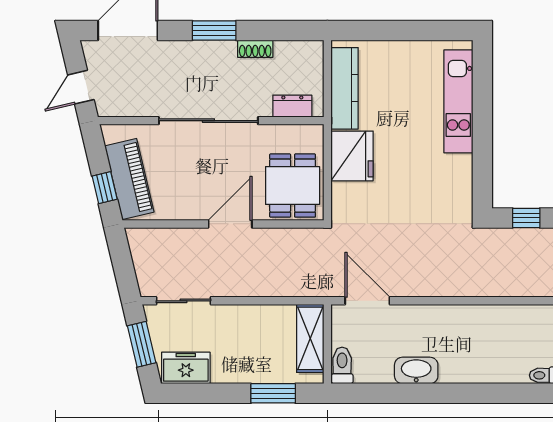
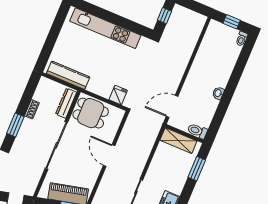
kitchen unit: (458, 101) -> (105, 28), width x1.36
dresser: (292, 106) -> (66, 103), width x1.44
fridge: (352, 156) -> (118, 95), moved, width x0.53, depth x0.75
dining table: (293, 186) -> (91, 113), moved
washbasin: (416, 370) -> (218, 93), width x0.52, depth x0.69

